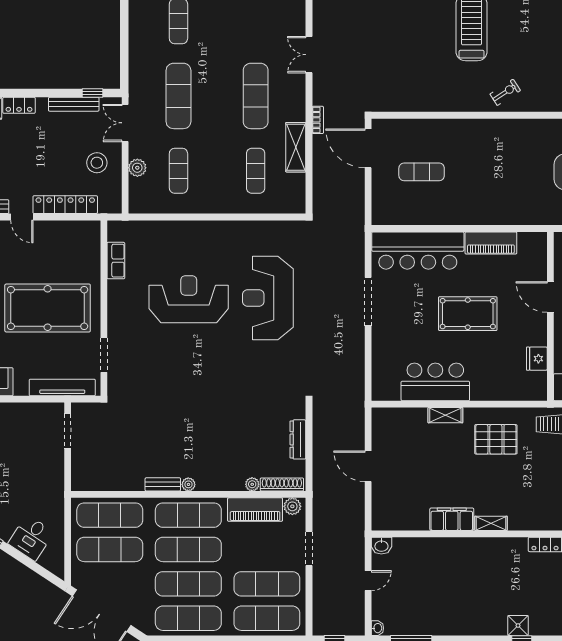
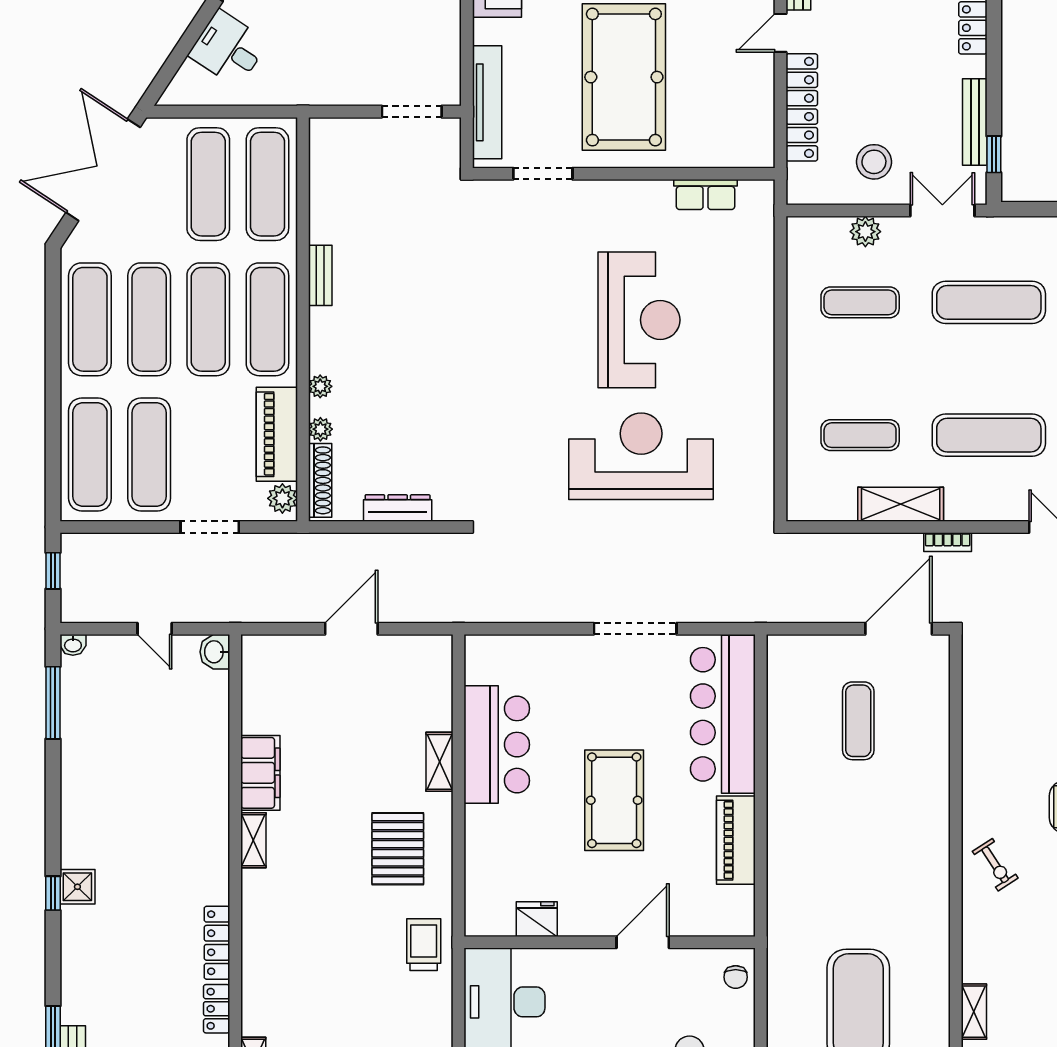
plant: (188, 484) -> (320, 386), moved

